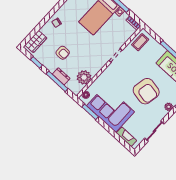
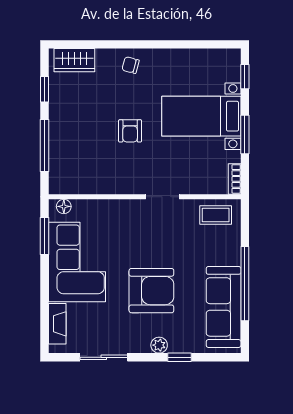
armchair: (63, 53) -> (130, 131), moved
dresser: (61, 76) -> (58, 145), removed
plant: (84, 77) -> (87, 180), removed
armchair: (146, 91) -> (151, 291), turned -101

